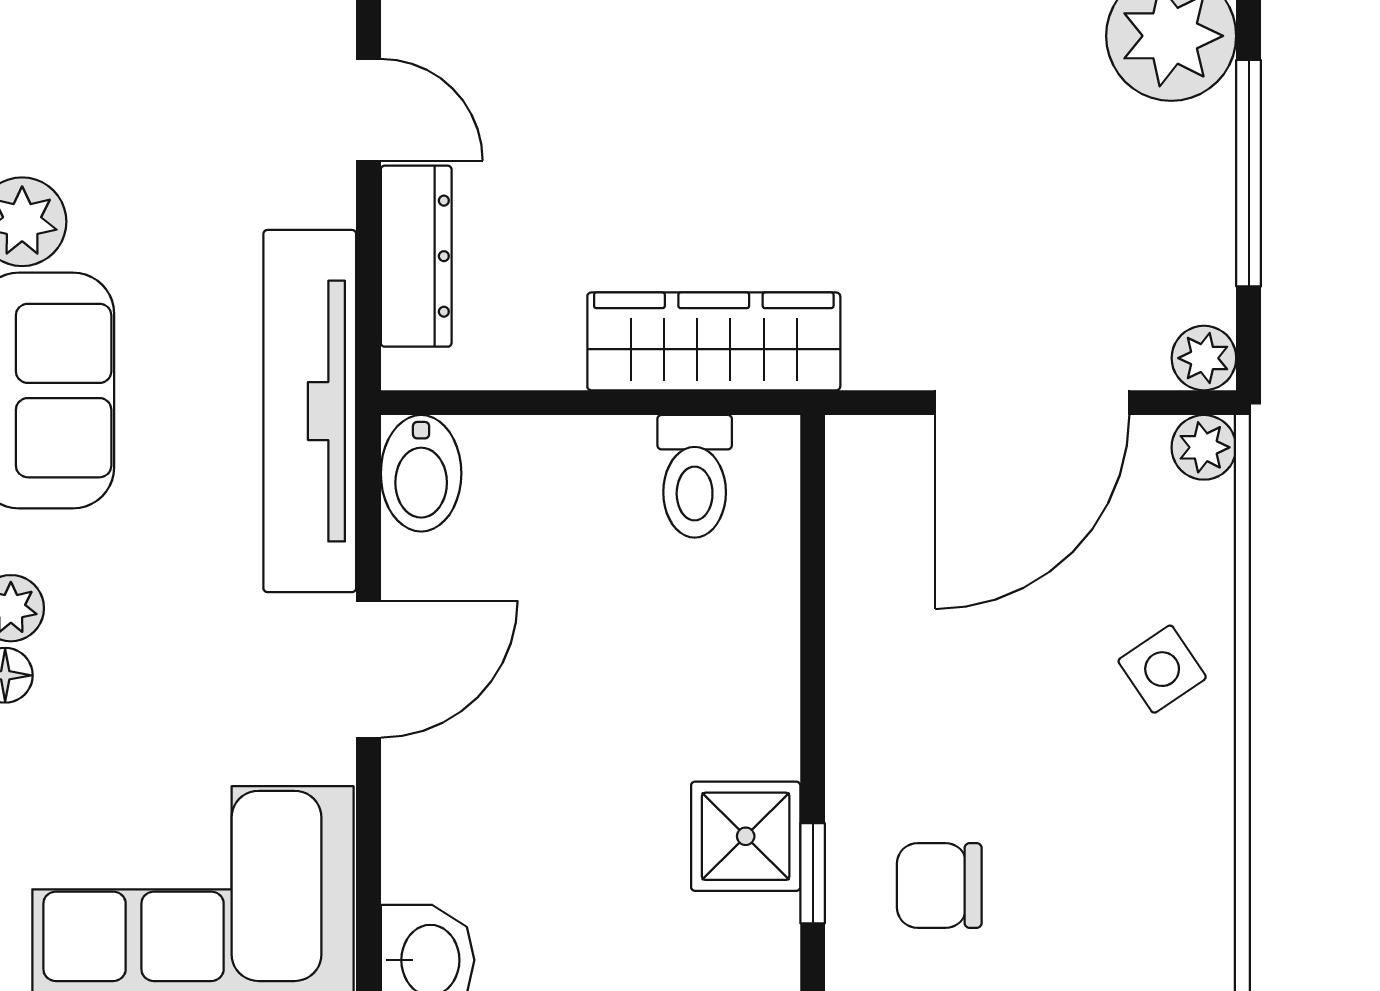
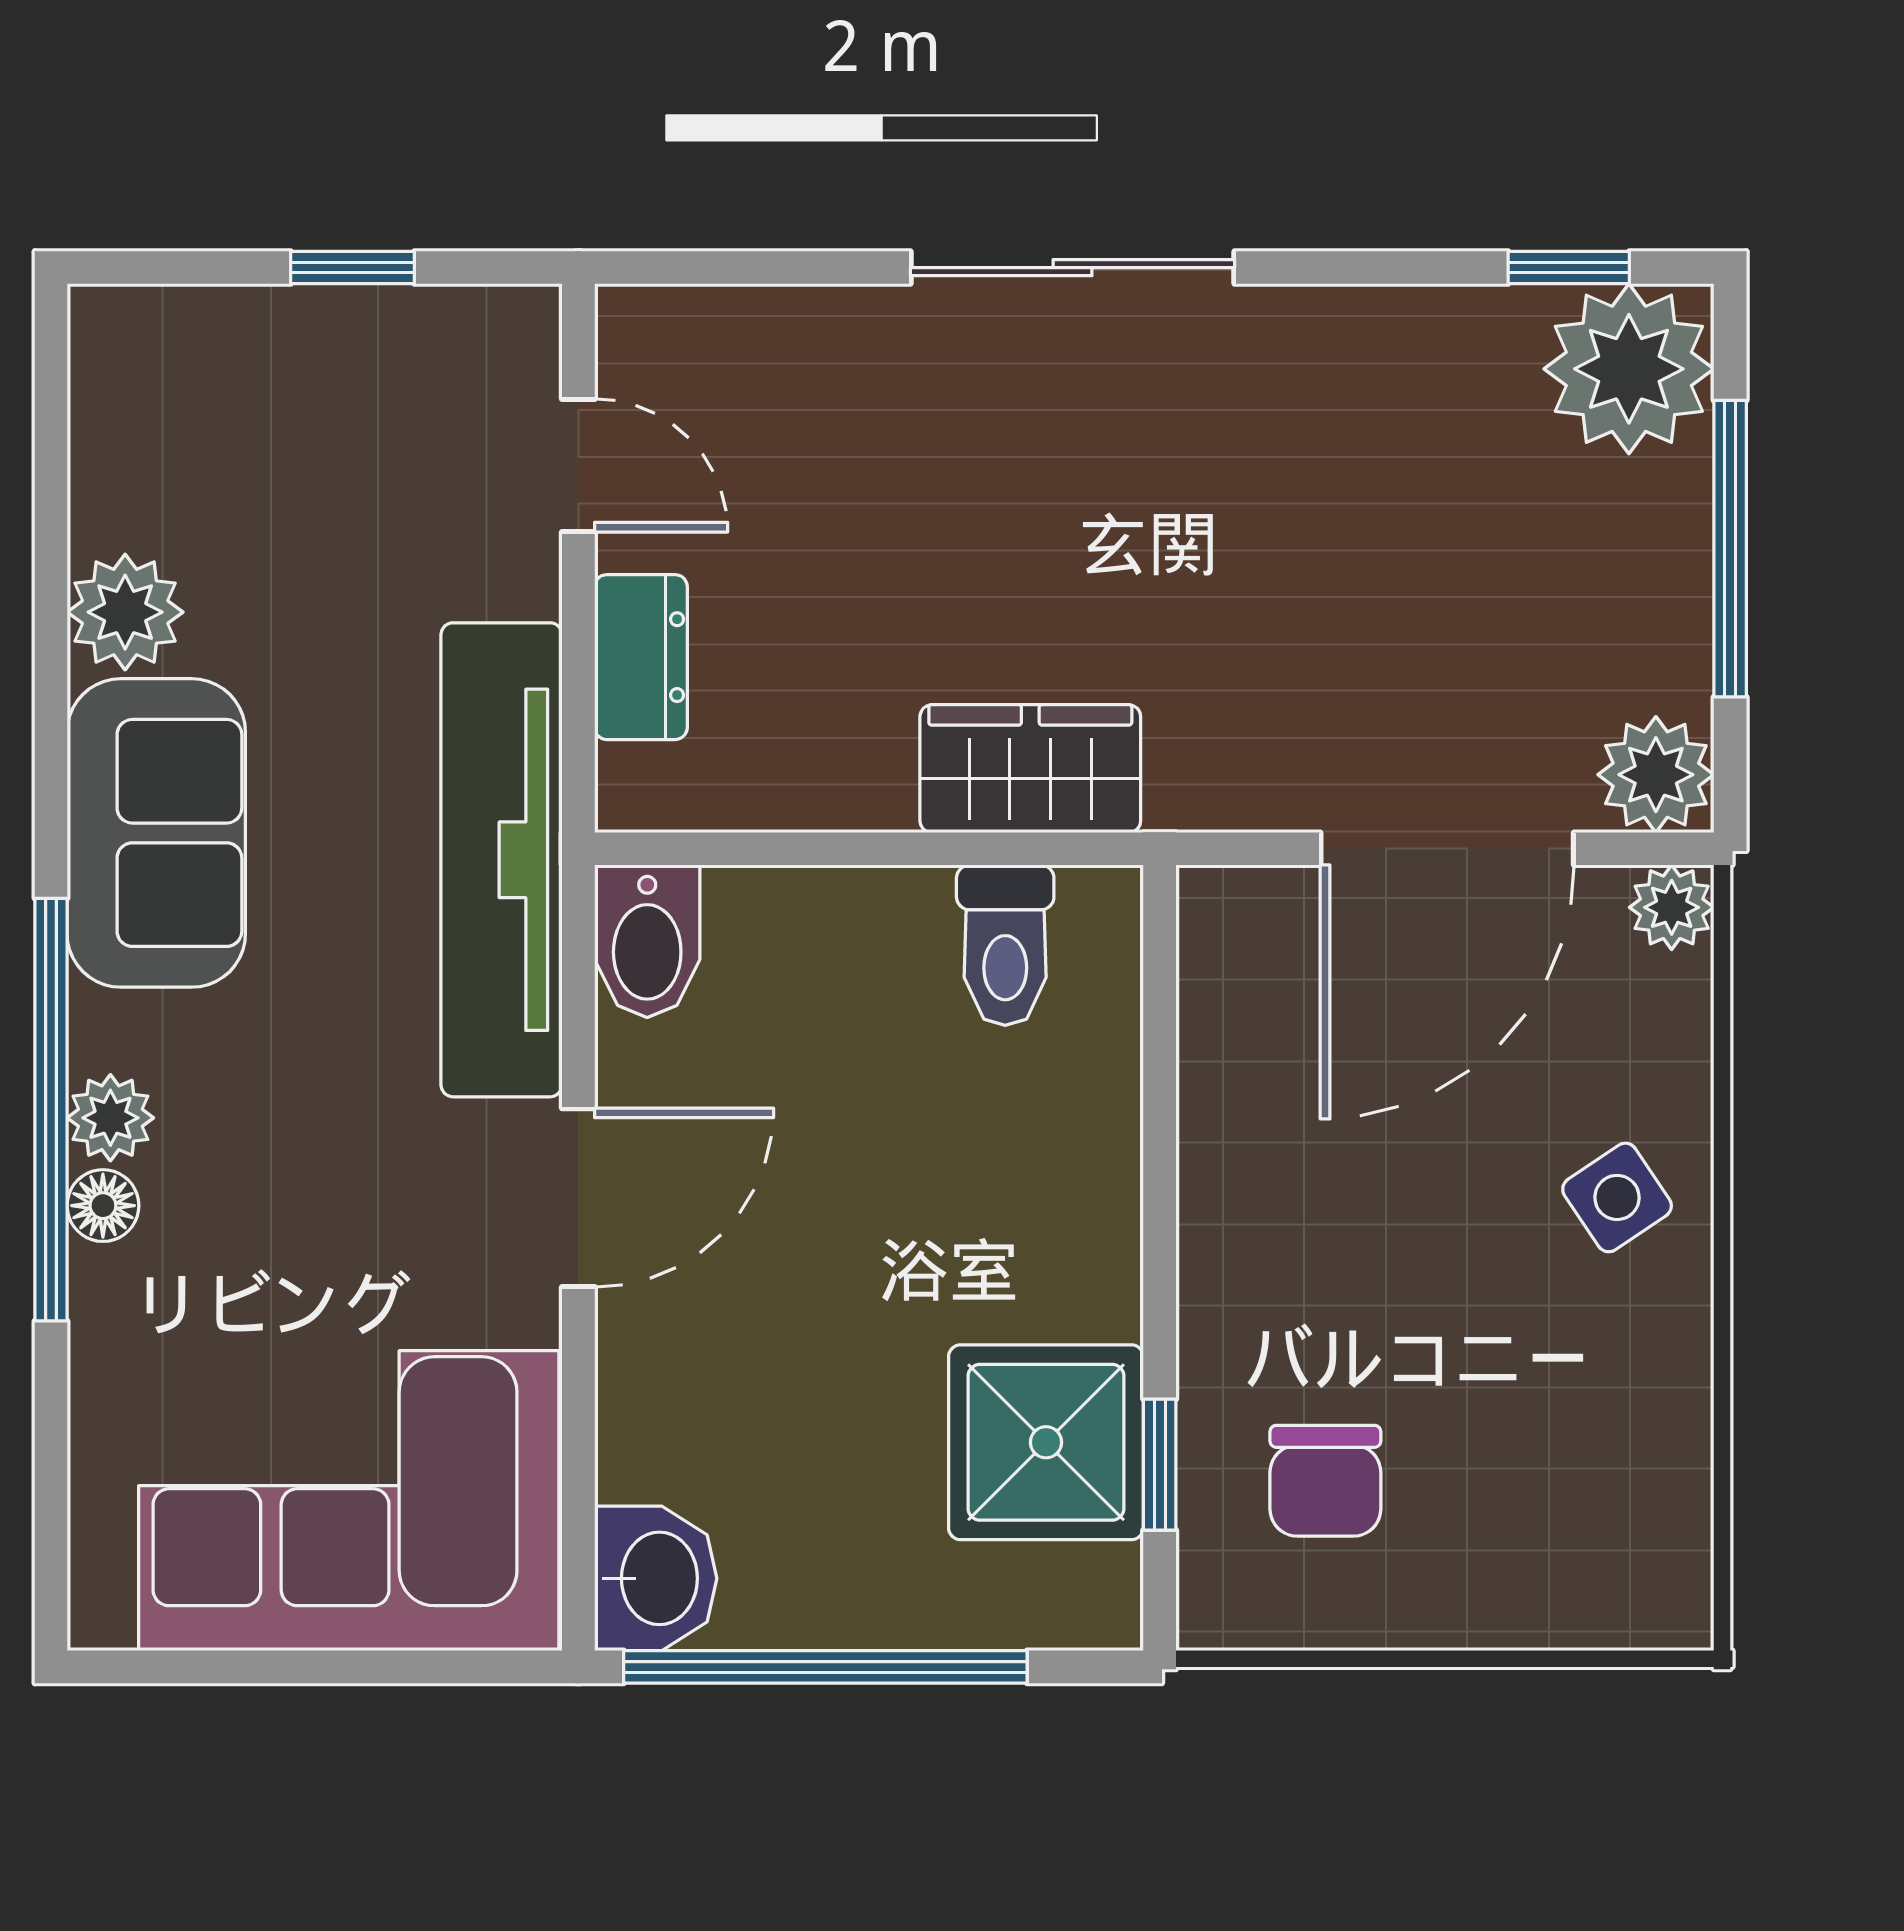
dresser: (416, 256) -> (641, 657), width x0.70
wardrobe: (714, 341) -> (1030, 769), width x0.67
plant: (1204, 358) -> (1656, 775), width x1.38, depth x1.38
shower: (746, 836) -> (1046, 1442), width x1.36, depth x1.36
chair: (939, 886) -> (1325, 1481), turned -90

